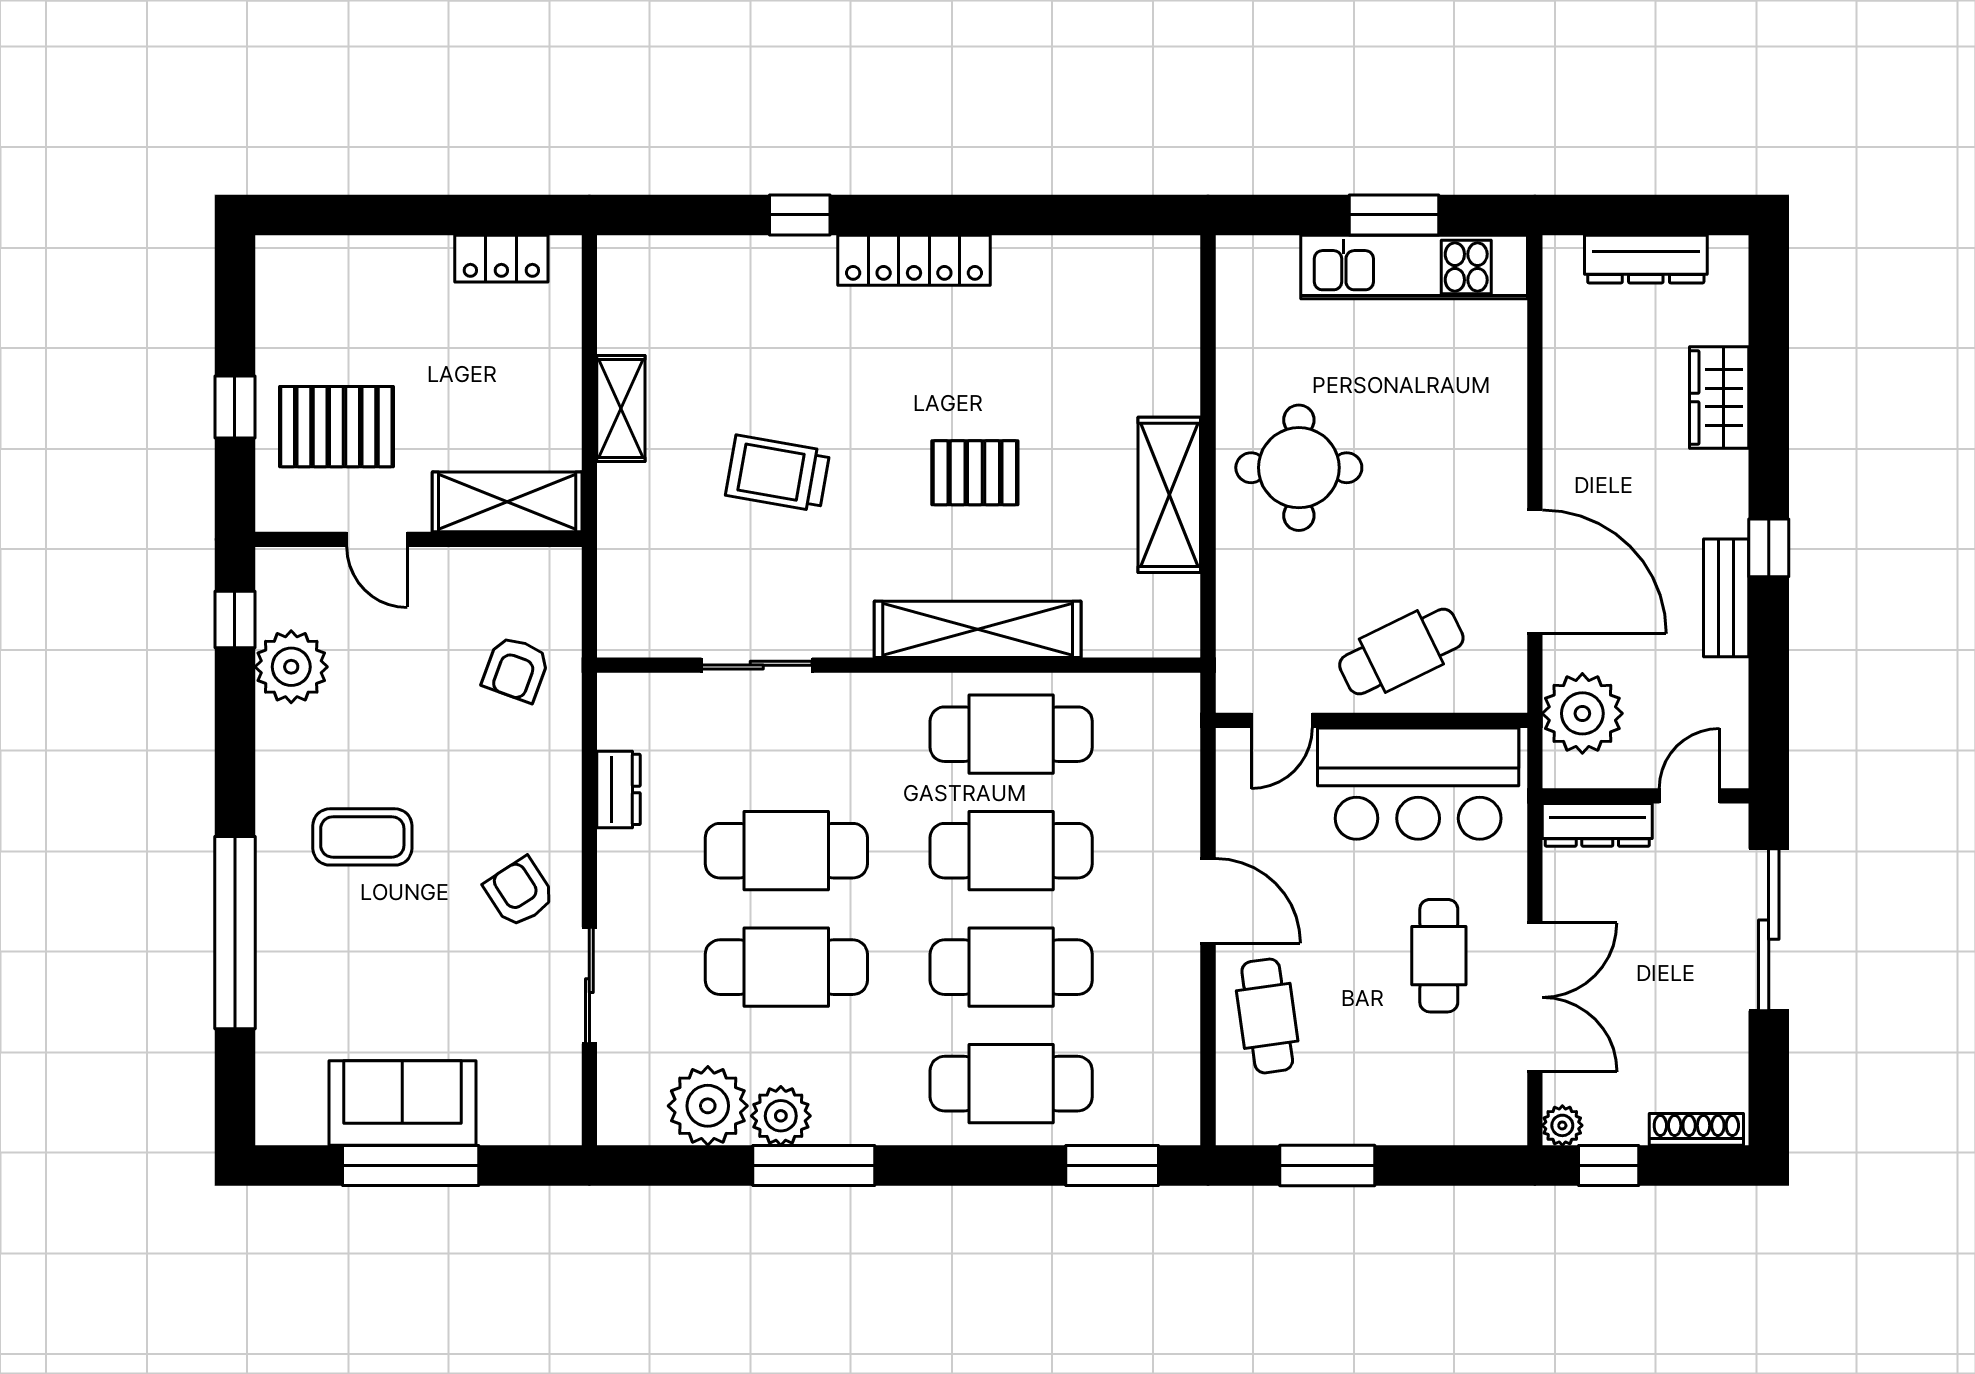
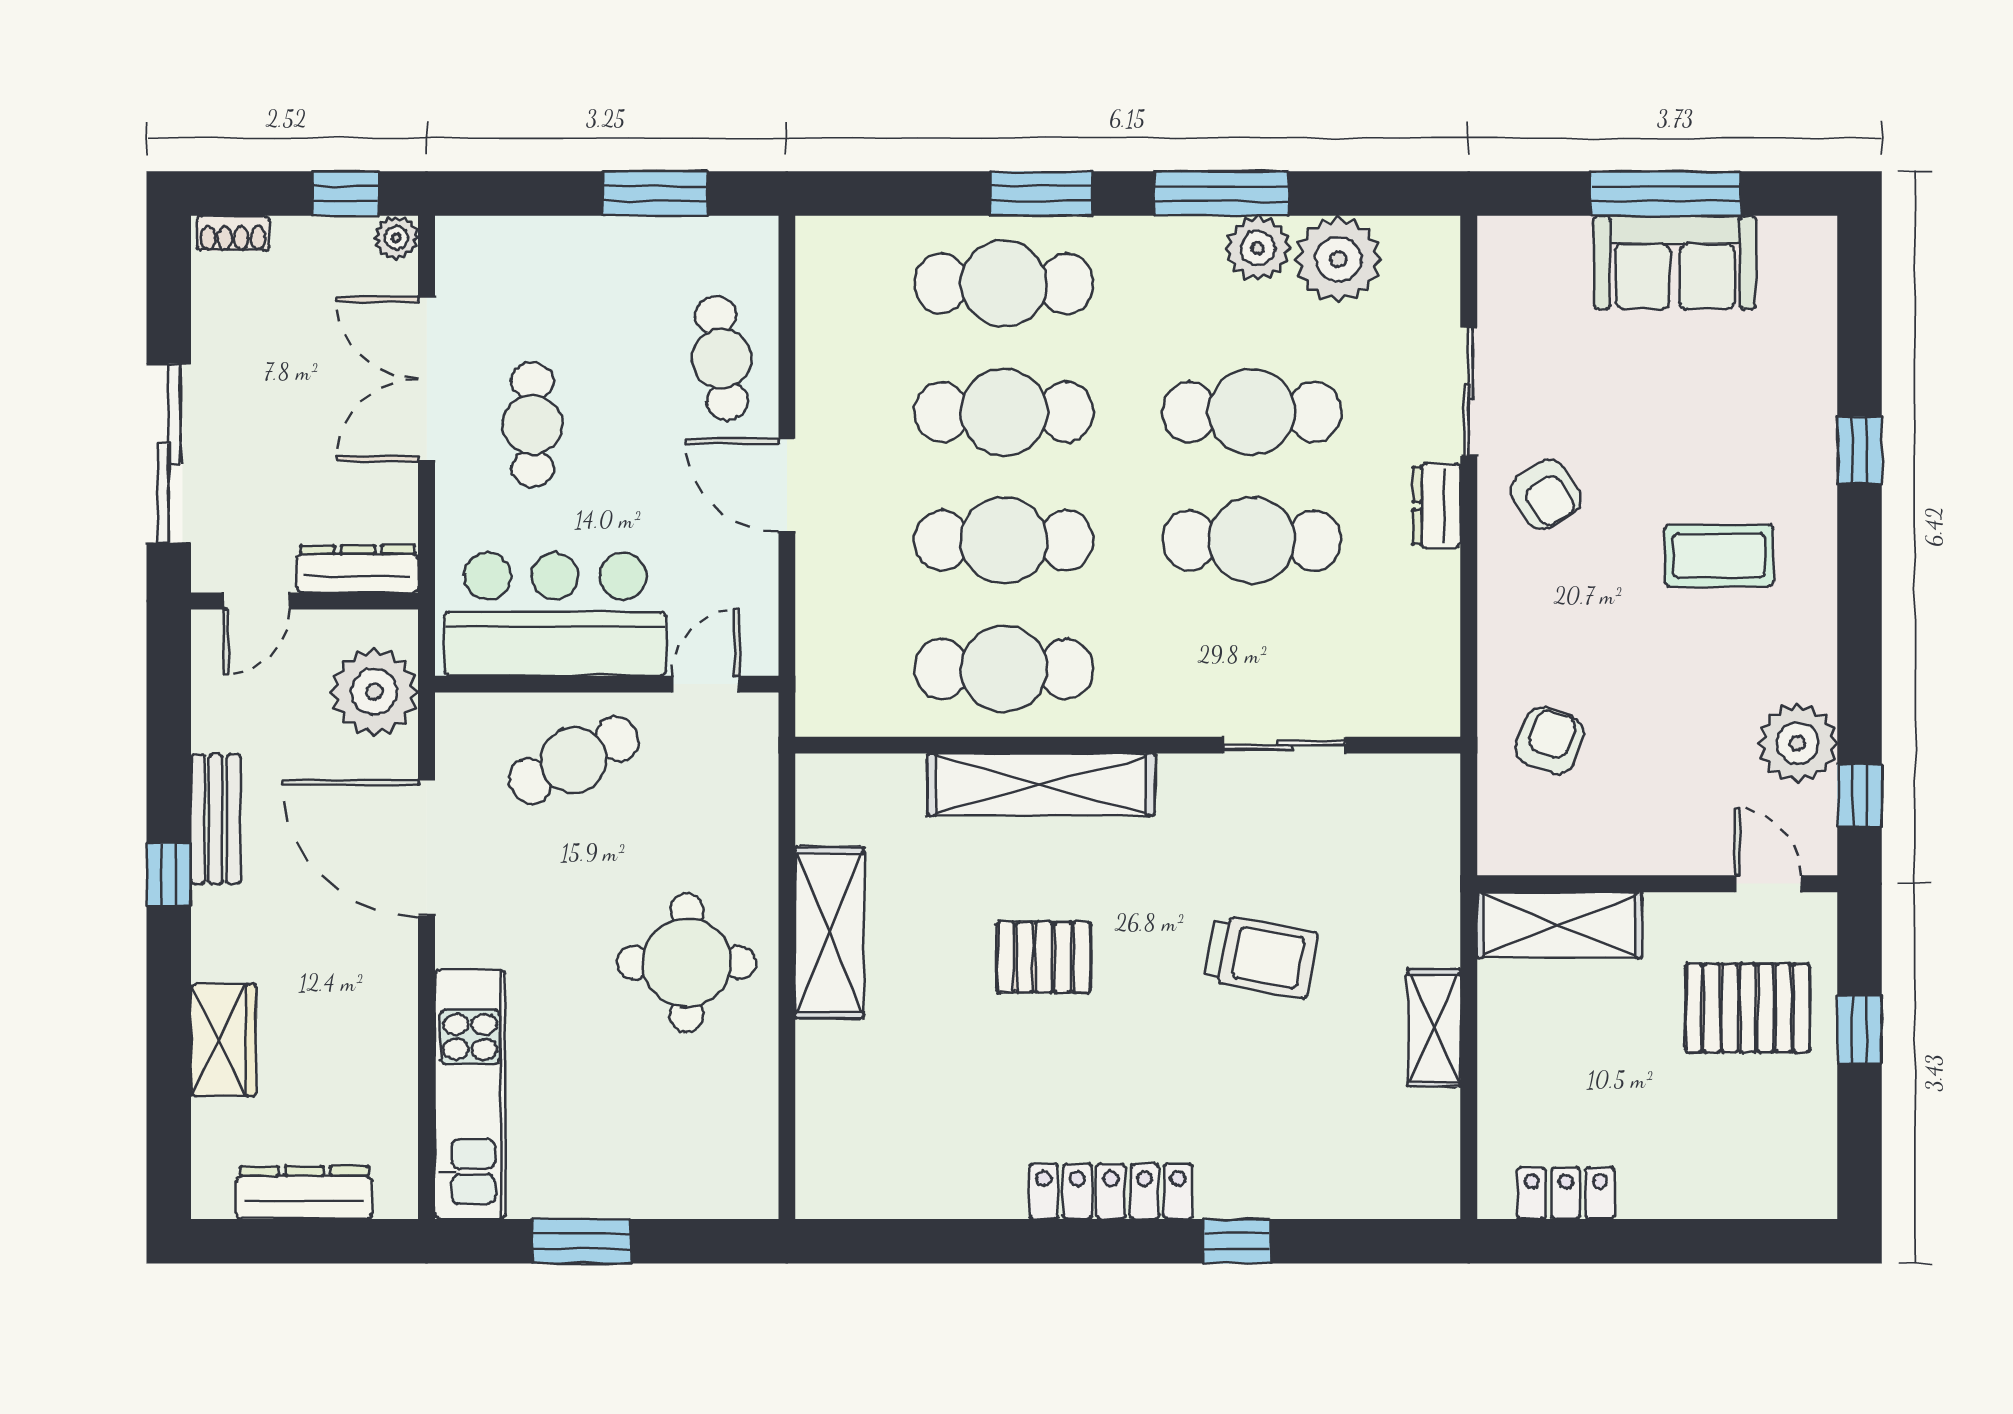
kitchen unit: (1414, 267) -> (470, 1094), moved, turned 90
door: (377, 539) -> (1768, 884), moved
dresser: (619, 789) -> (1437, 506), moved
window: (235, 933) -> (1859, 450), width x0.32
shoe rack: (1696, 1129) -> (233, 233), width x0.70
window: (1112, 1165) -> (1041, 194), moved

